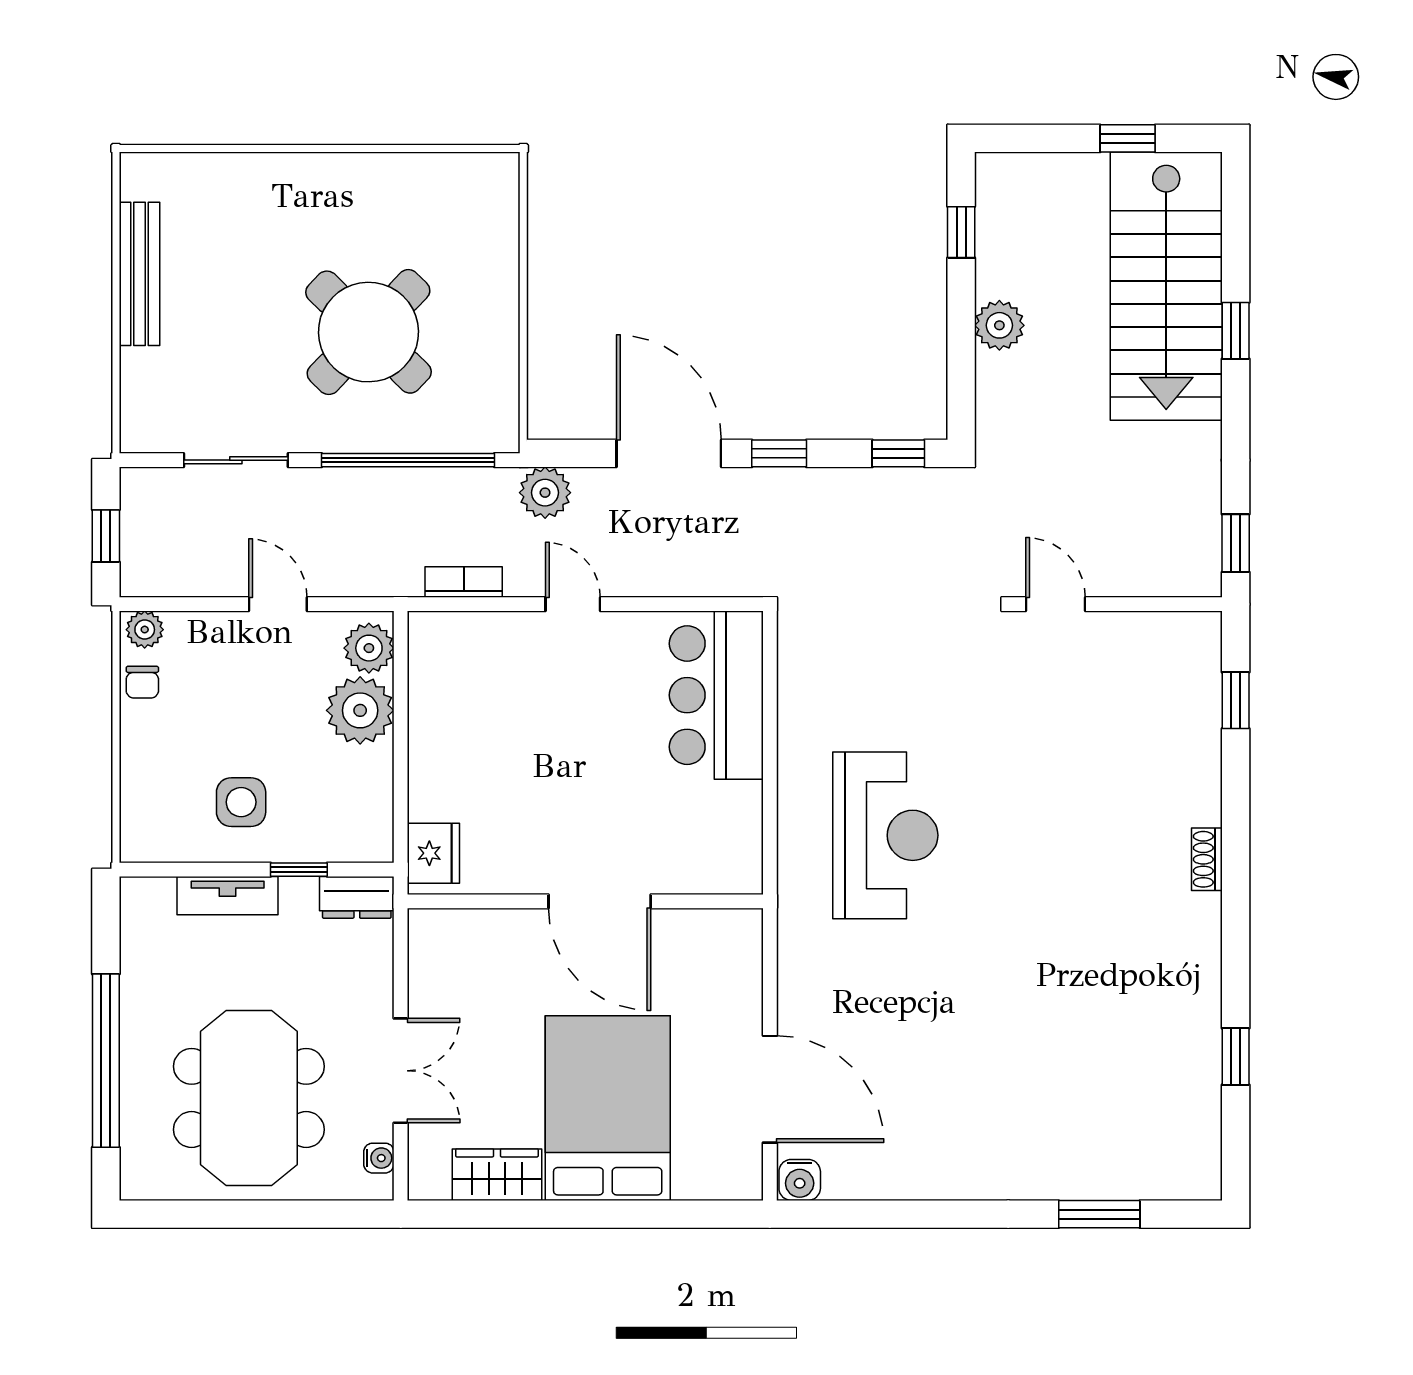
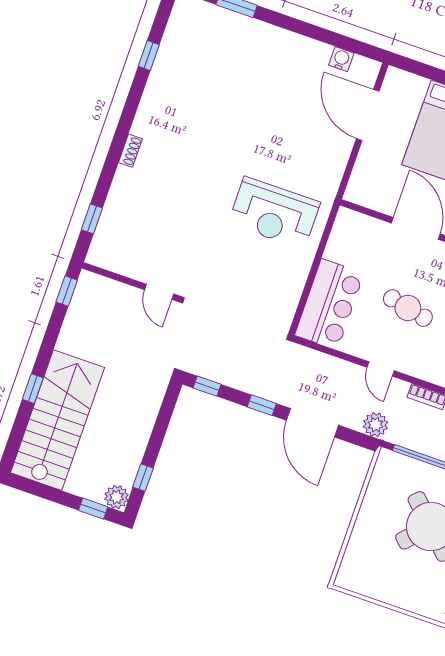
window: (1128, 138) -> (93, 509), moved
plant: (999, 325) -> (117, 497), moved
cafe table: (561, 741) -> (408, 308), added
reception desk: (885, 835) -> (274, 213), turned -90
water cooler: (800, 1180) -> (341, 59), moved

